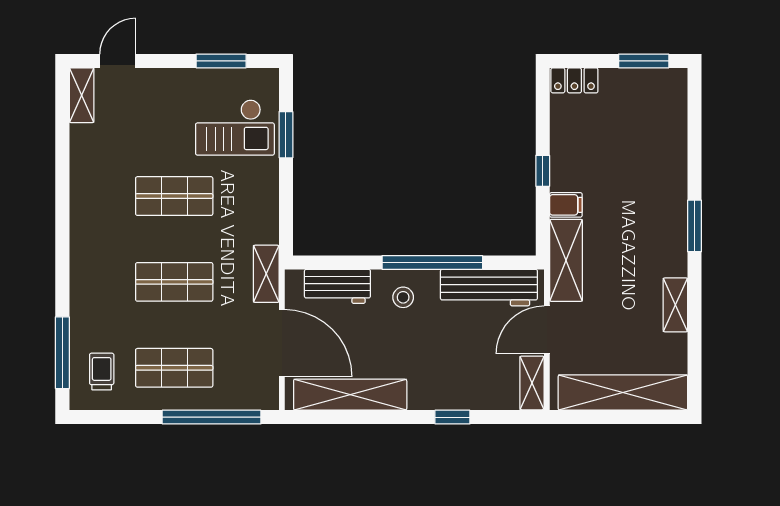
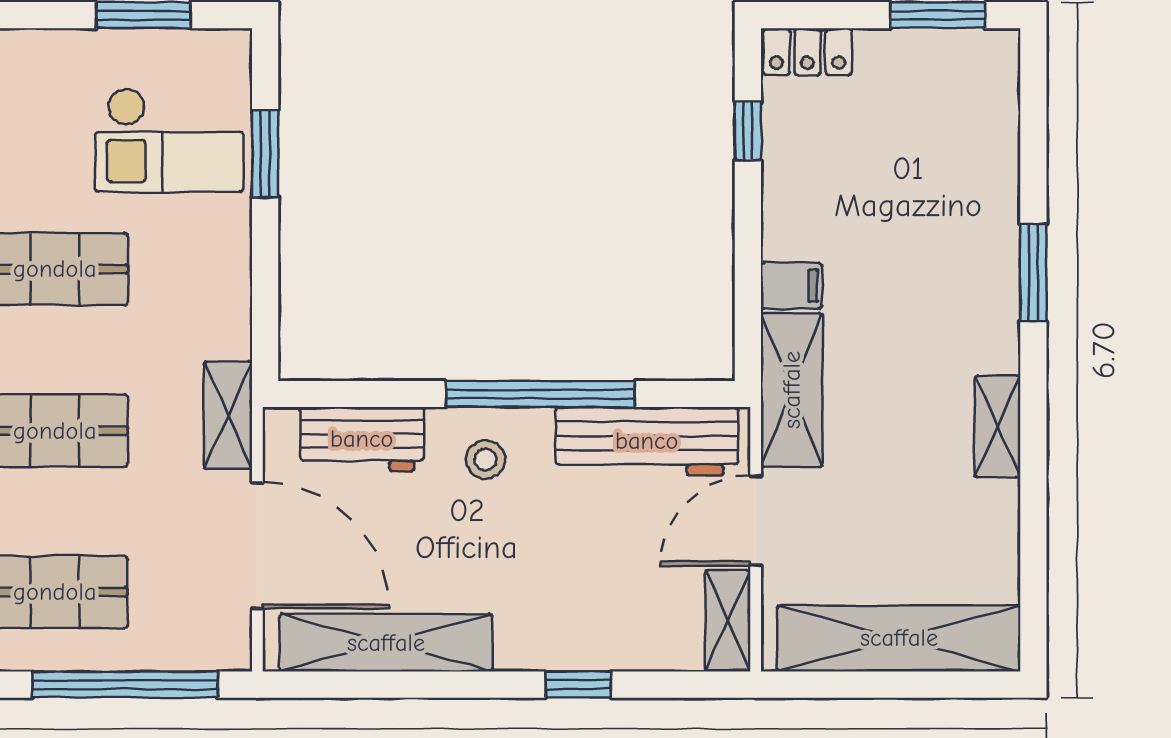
window: (543, 171) -> (748, 131), moved
window: (694, 226) -> (1033, 272), moved
shelving: (675, 305) -> (997, 427), moved

